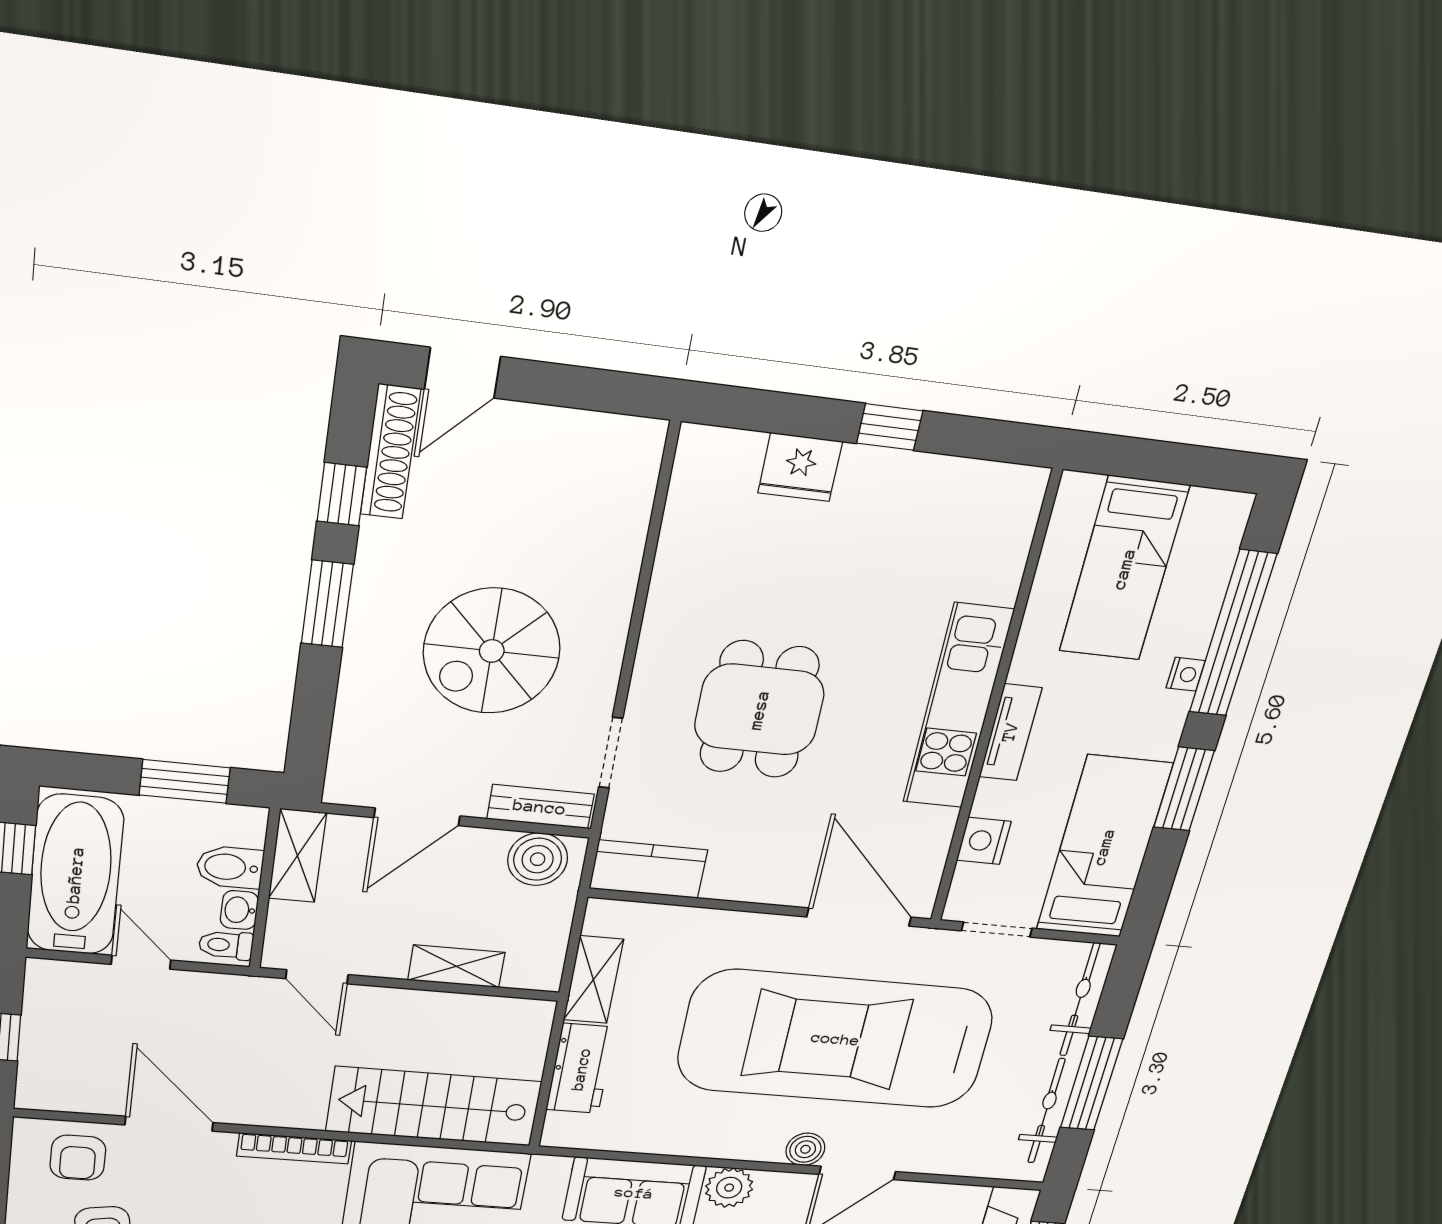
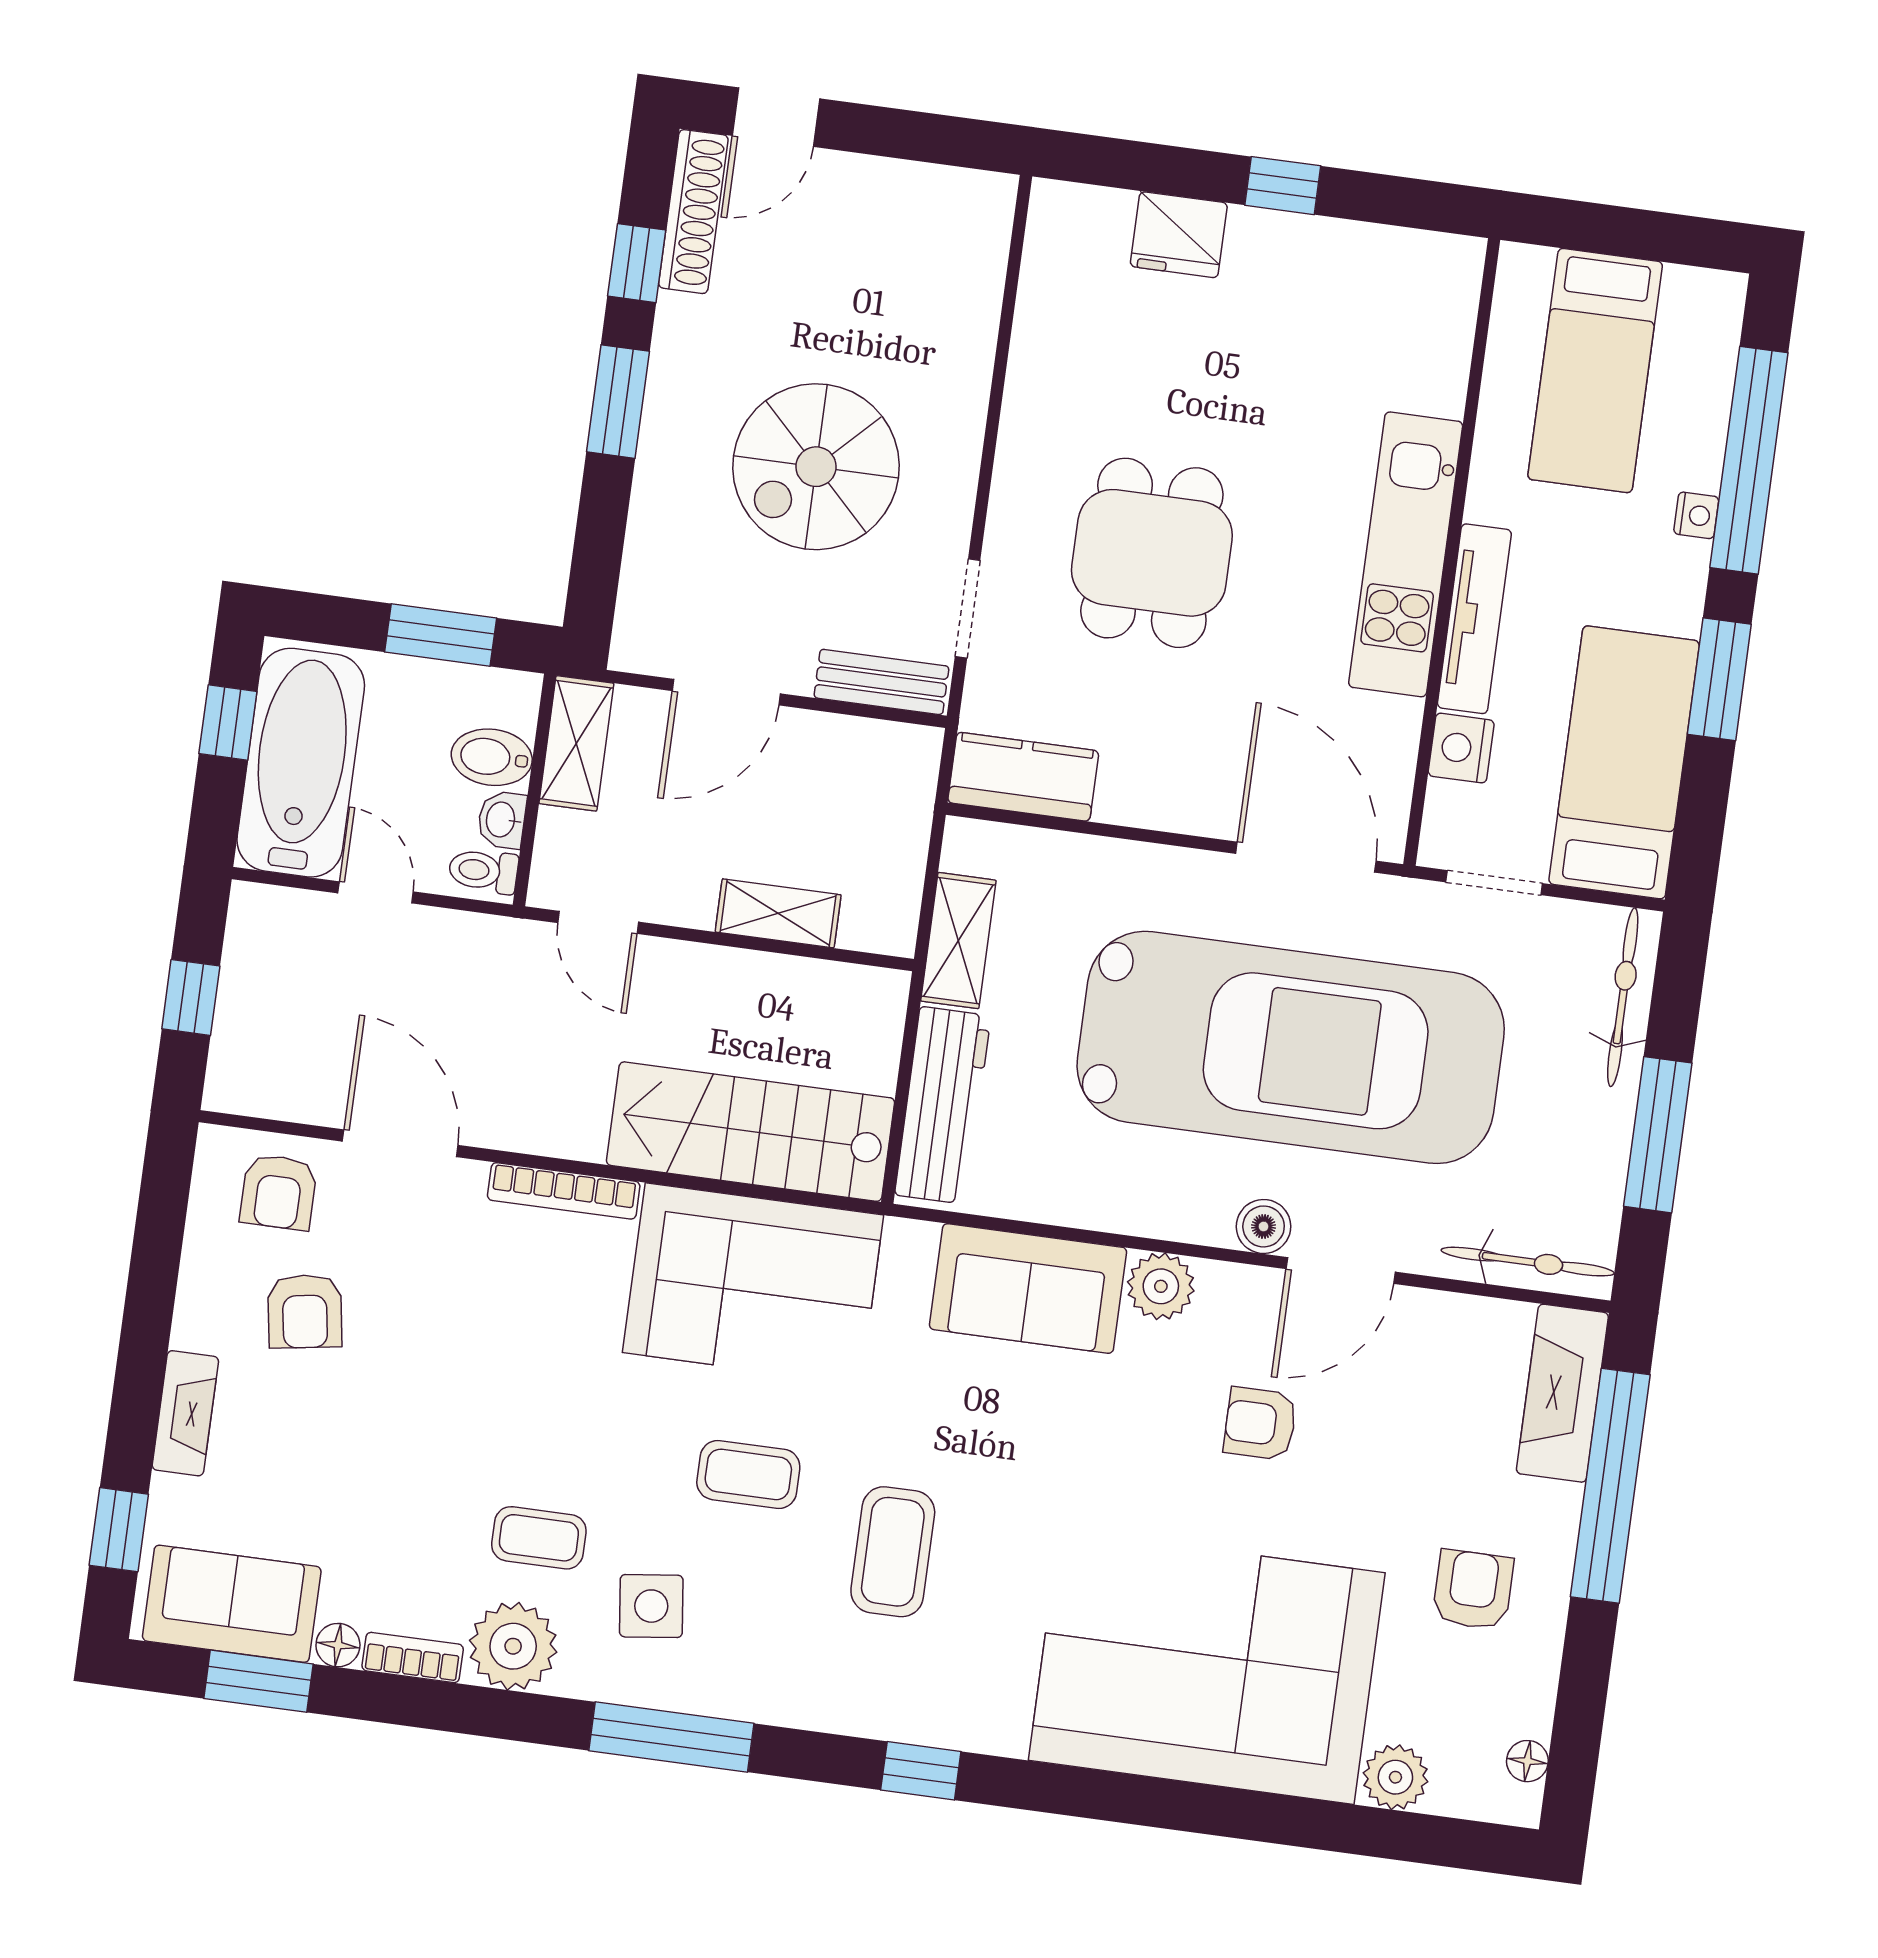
tv unit: (1010, 732) -> (1474, 619), width x1.41
boiler: (538, 859) -> (880, 758), removed
car: (836, 1039) -> (1291, 1047), turned 180
workbench: (581, 1069) -> (943, 1105), width x1.37
bicycle: (1046, 1111) -> (1528, 1262), moved, turned 90

